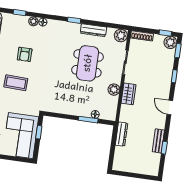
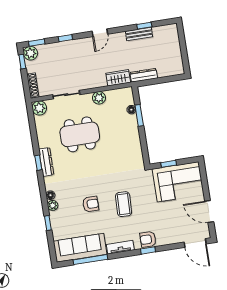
dresser: (93, 30) -> (46, 162), moved
wardrobe: (129, 94) -> (118, 78), moved

